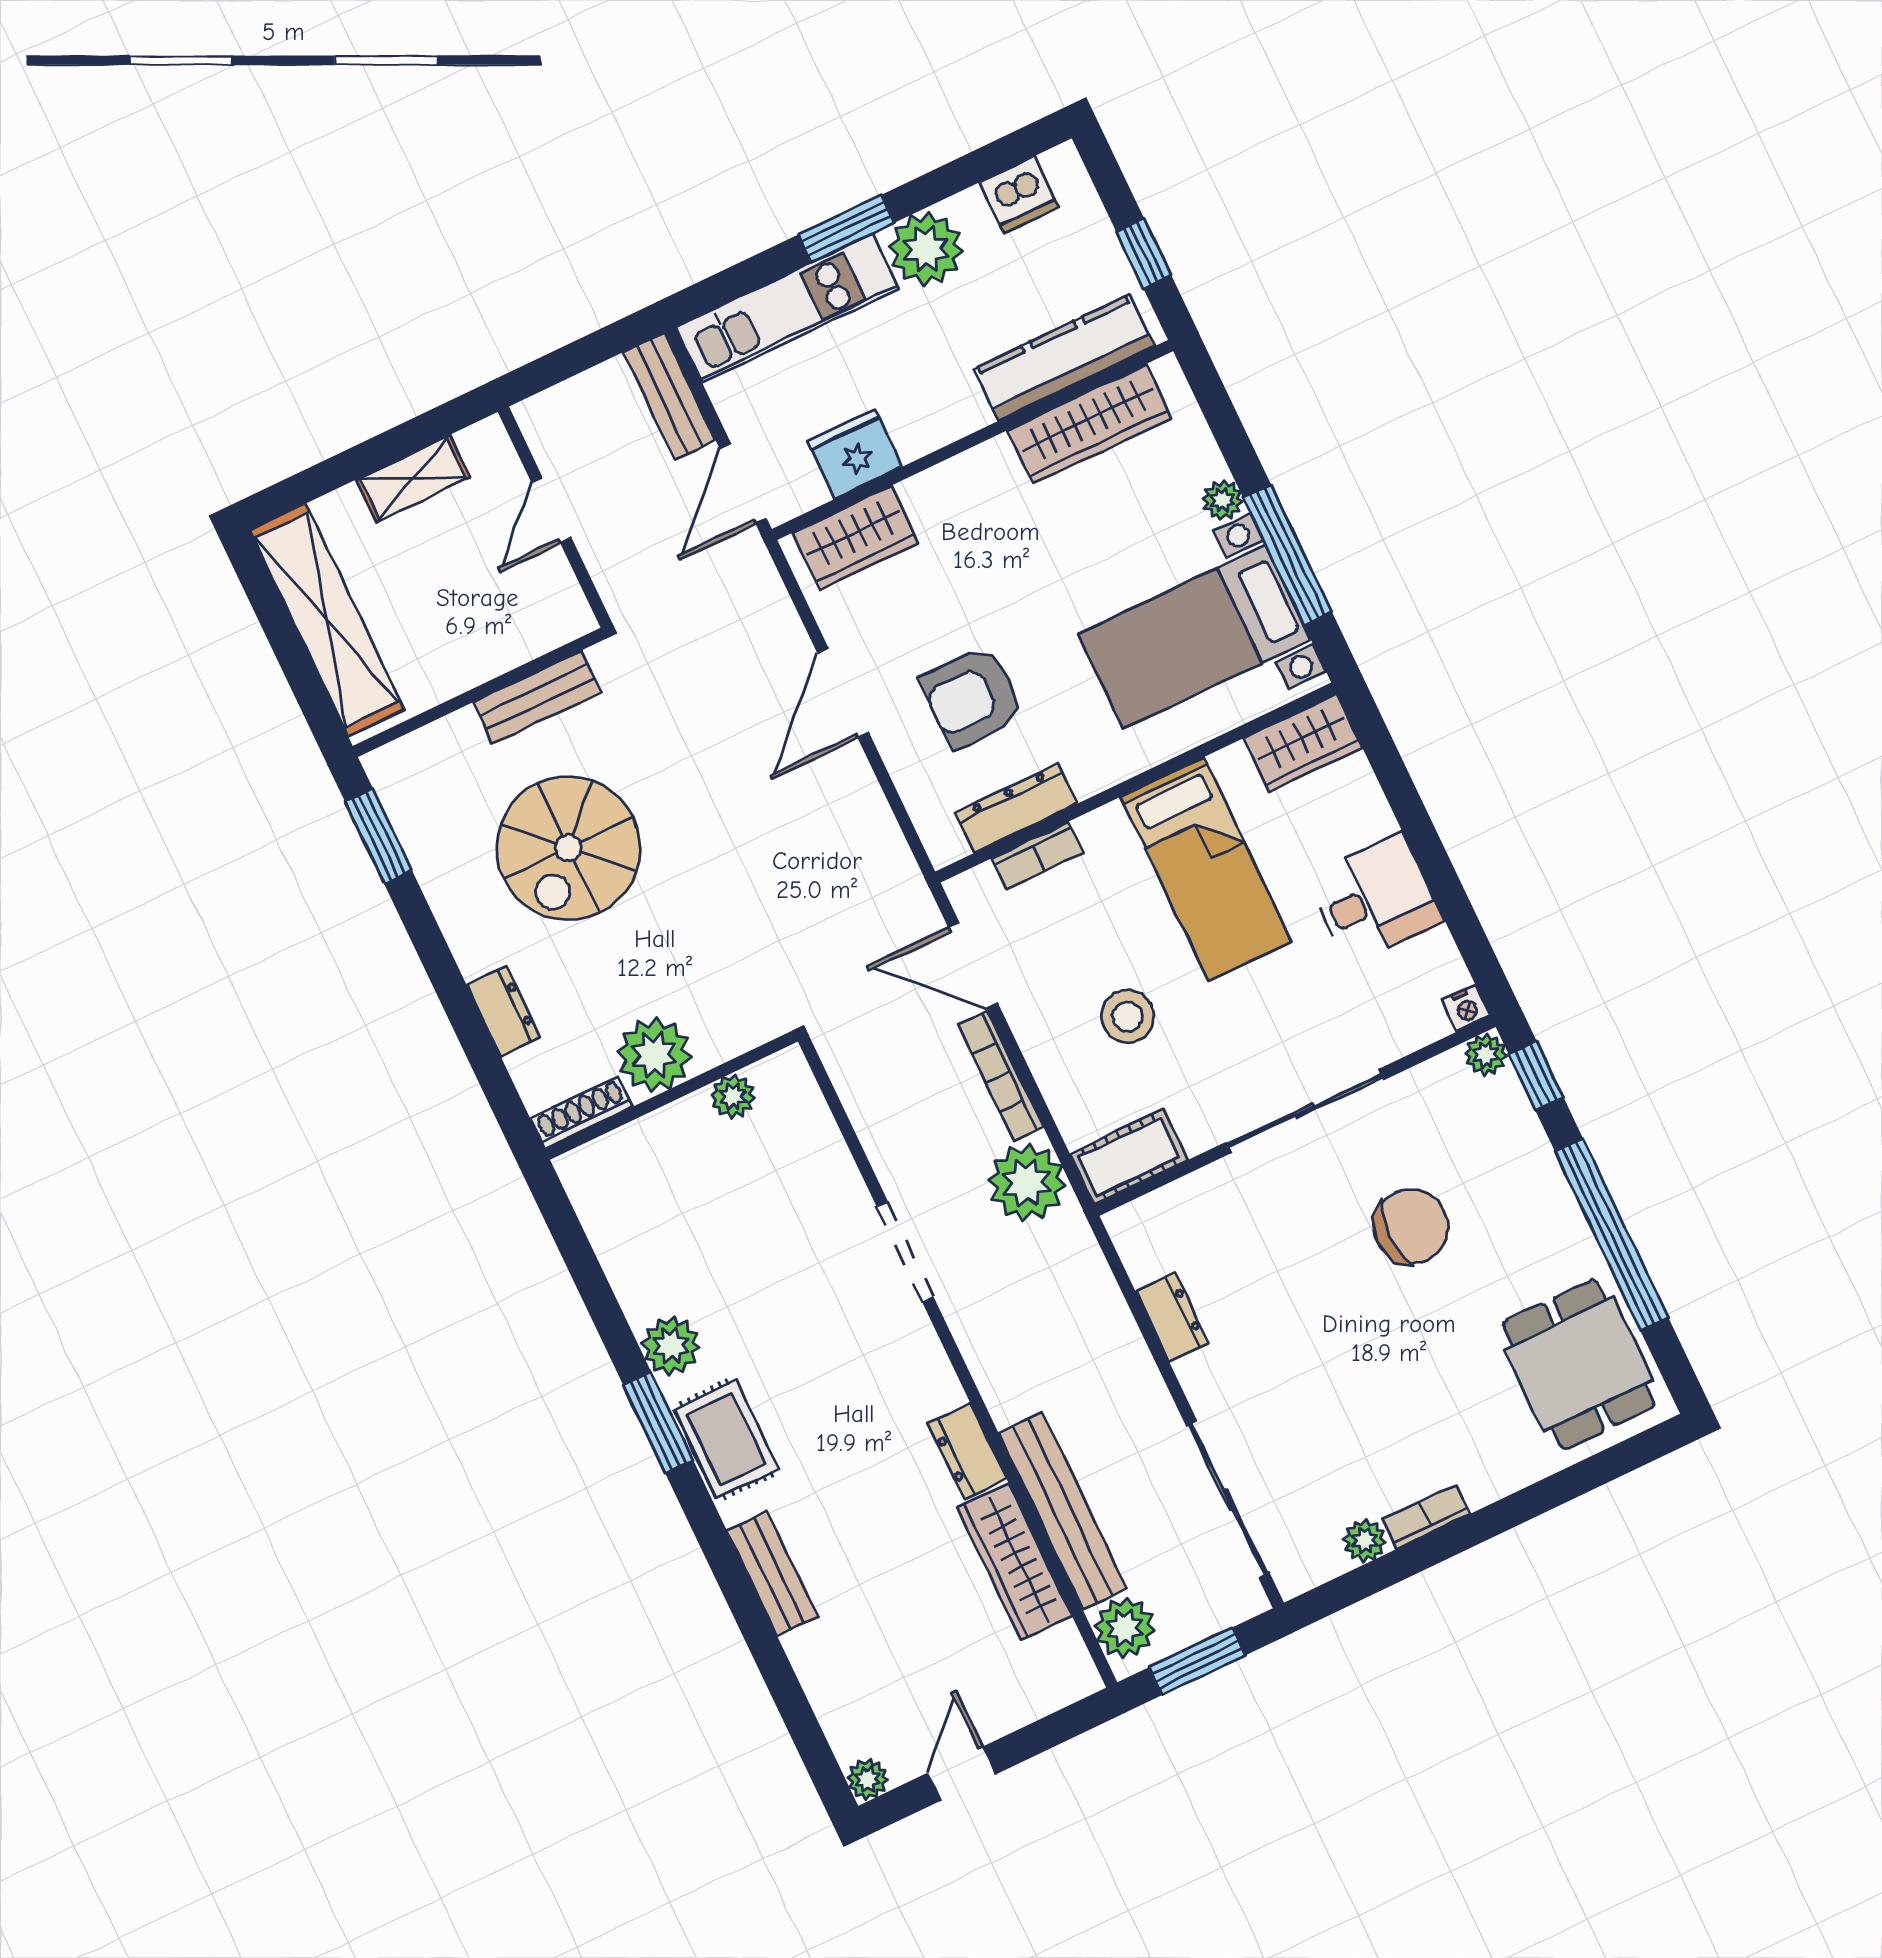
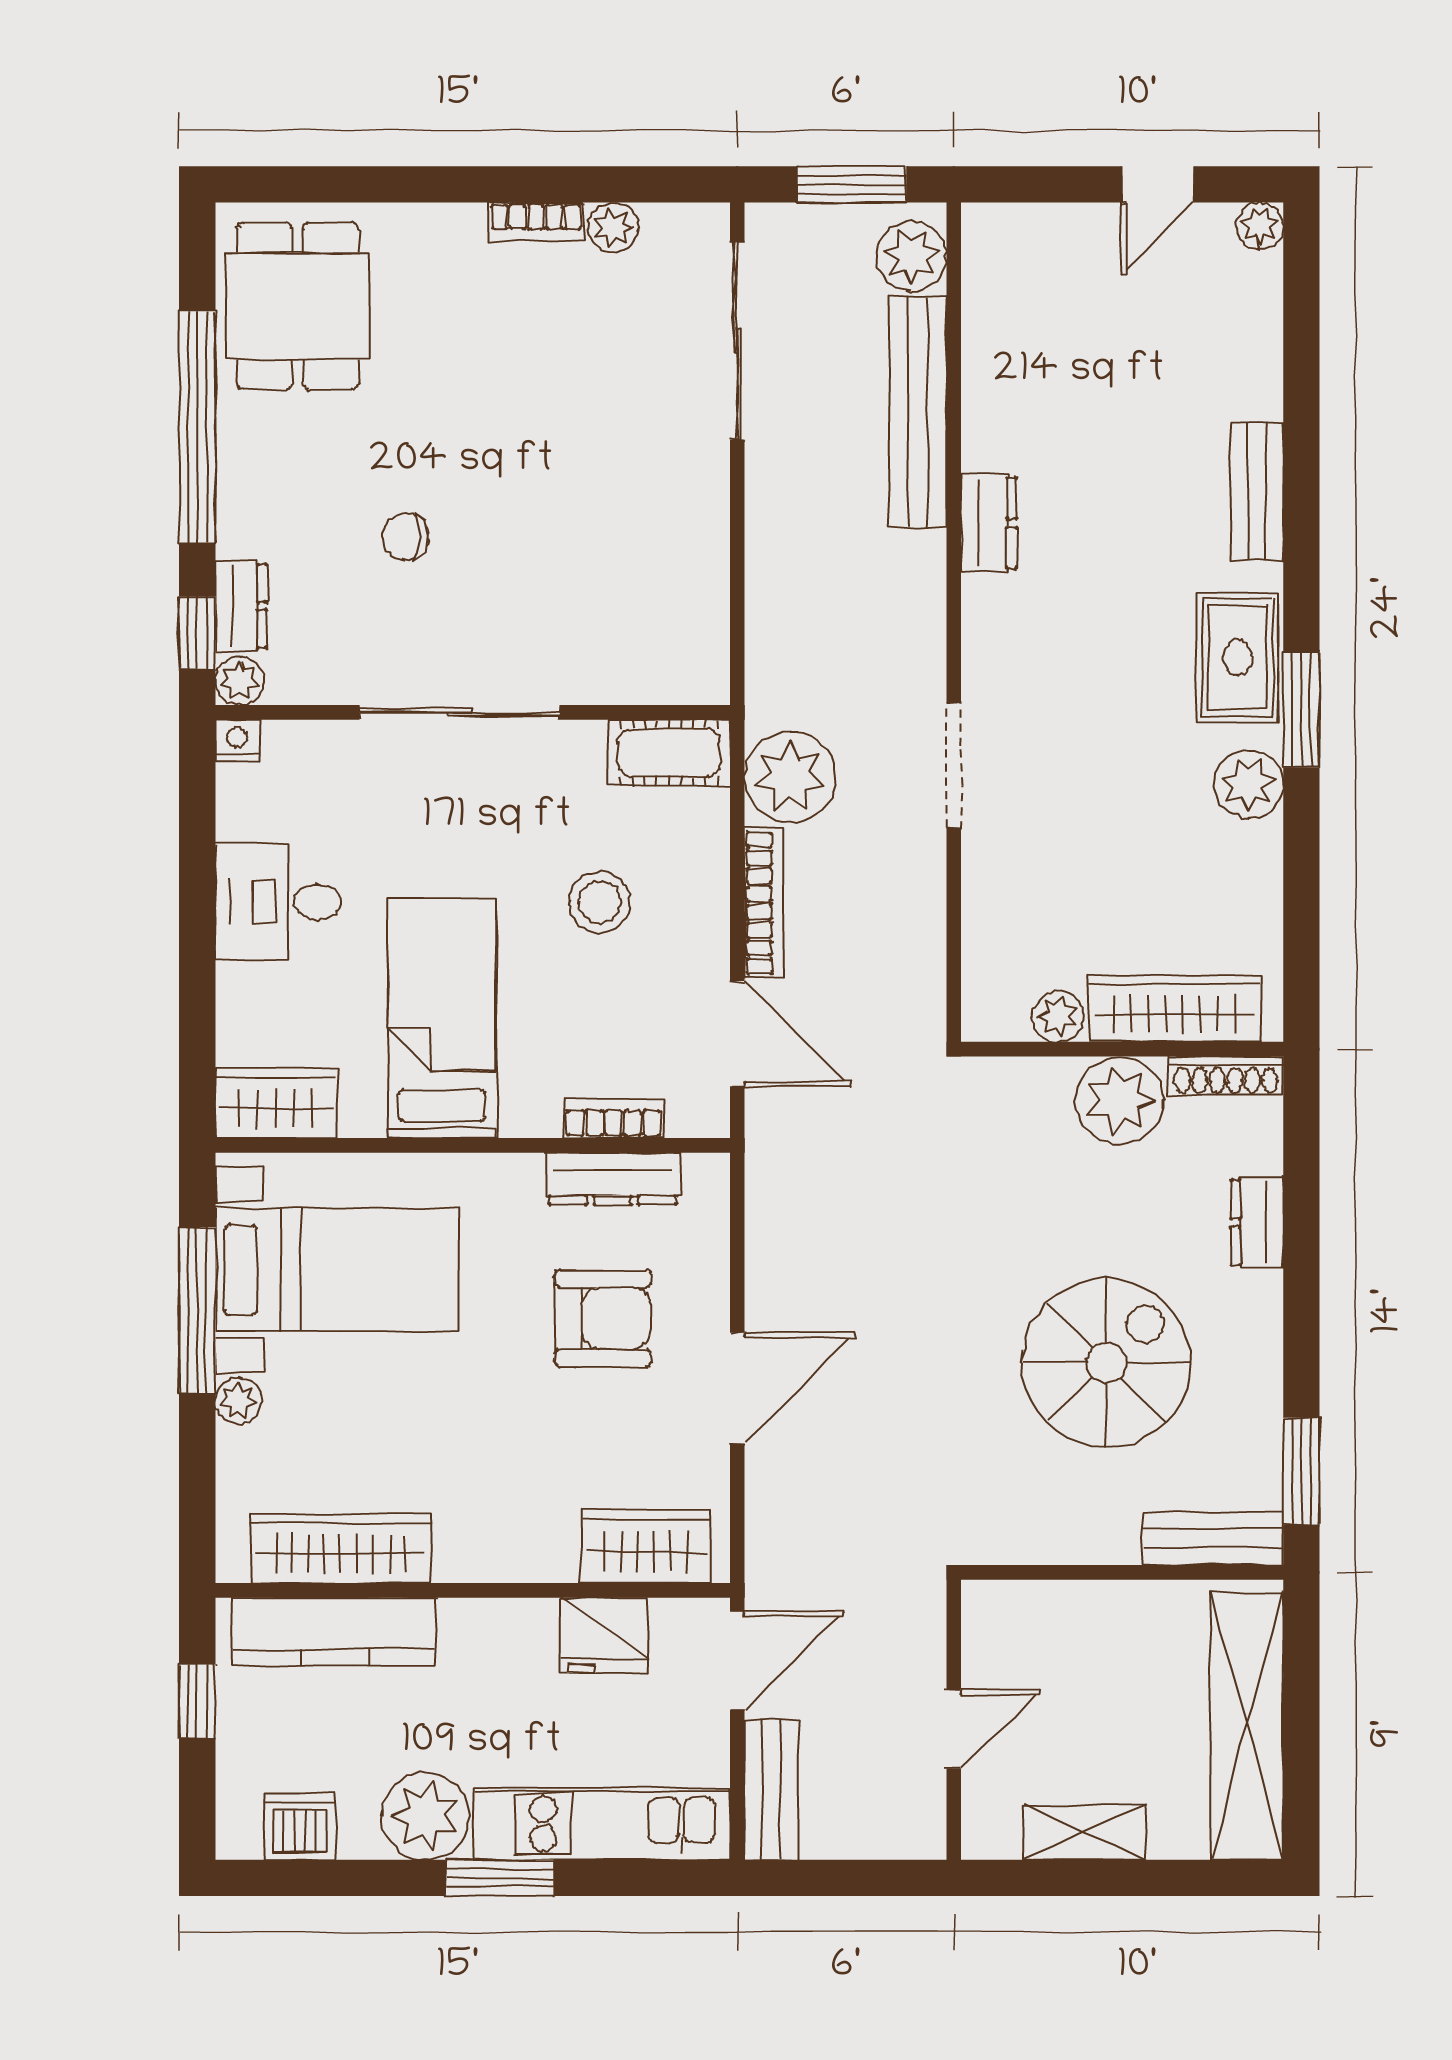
bench: (537, 697) -> (1213, 1538), moved
chair: (1411, 1226) -> (405, 537), width x0.54, depth x0.54
dresser: (1172, 1317) -> (241, 606), moved, turned 180
wardrobe: (1015, 1562) -> (1175, 1008), moved, turned -90

